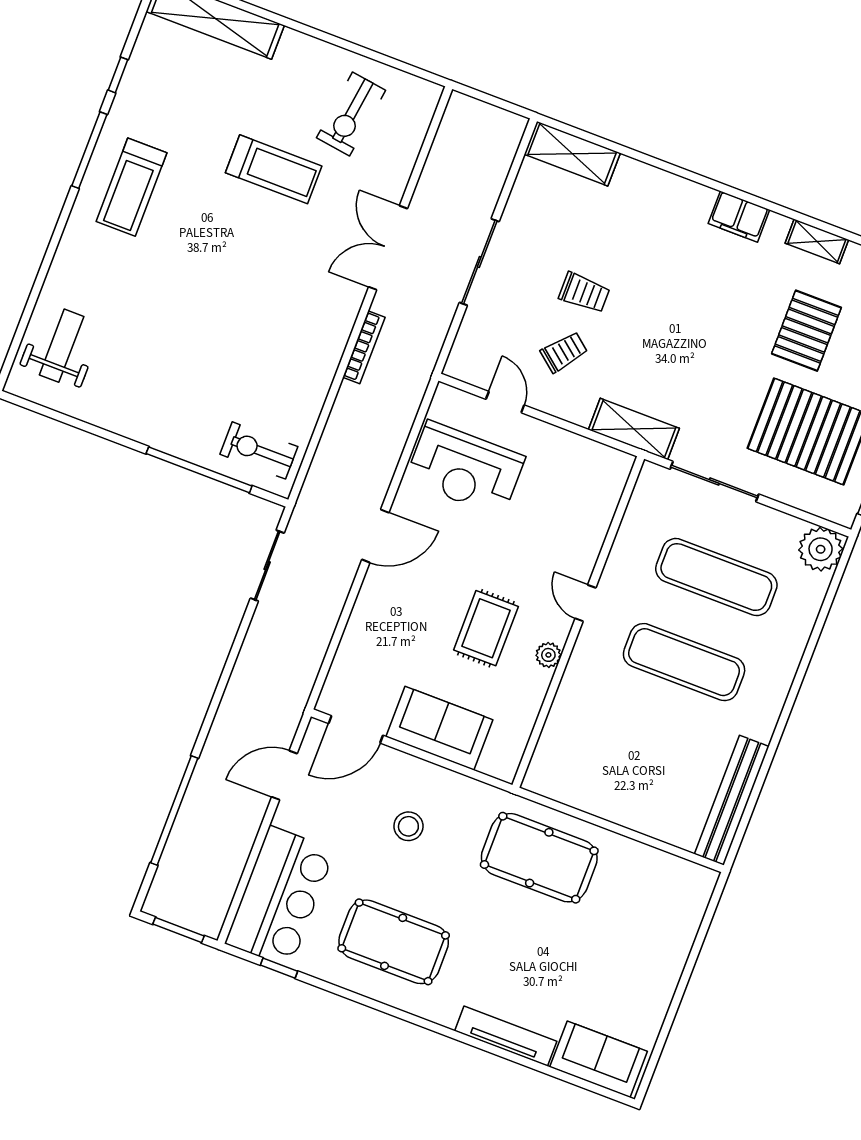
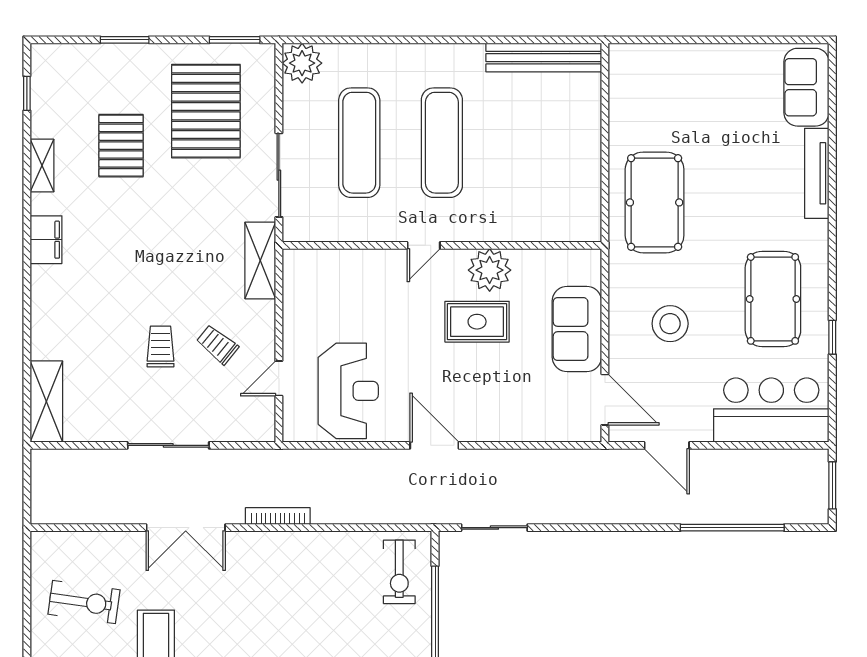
pallet: (806, 331) -> (121, 146), turned 90
plant: (548, 655) -> (490, 270), width x1.87, depth x1.87
stool: (408, 826) -> (670, 324), width x1.38, depth x1.38
window: (279, 968) -> (832, 337), moved

